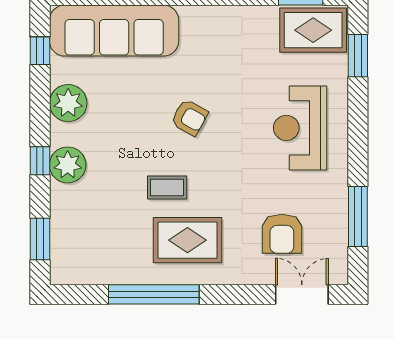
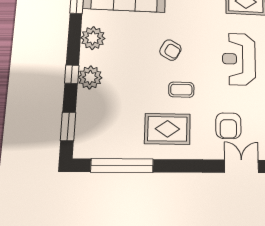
coffee table: (167, 188) -> (181, 90), moved
window: (154, 294) -> (122, 166), moved

